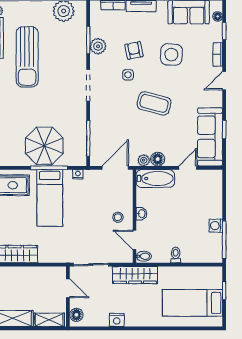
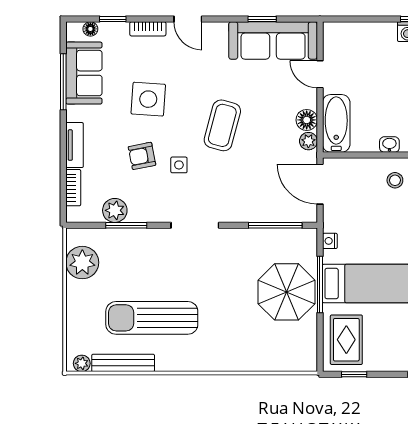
plant: (98, 46) -> (115, 210), moved
sun lounger: (27, 57) -> (152, 318), turned 180

